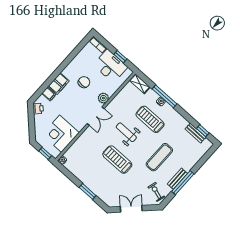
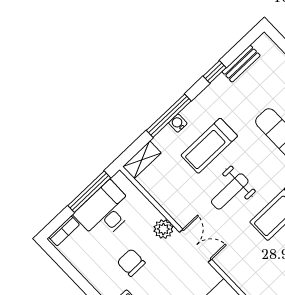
window: (120, 57) -> (89, 192), width x2.17
window: (203, 131) -> (215, 72), moved

